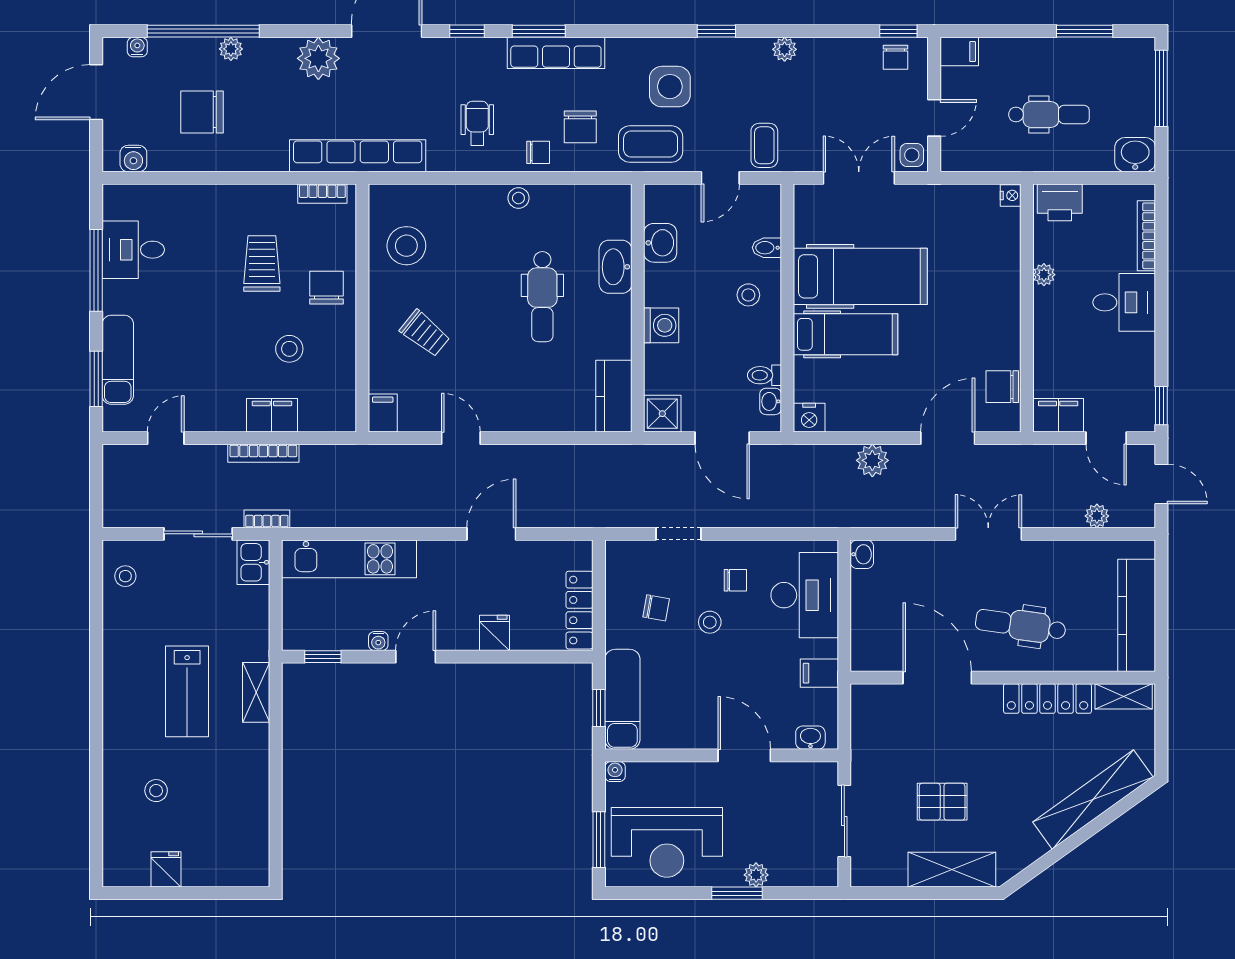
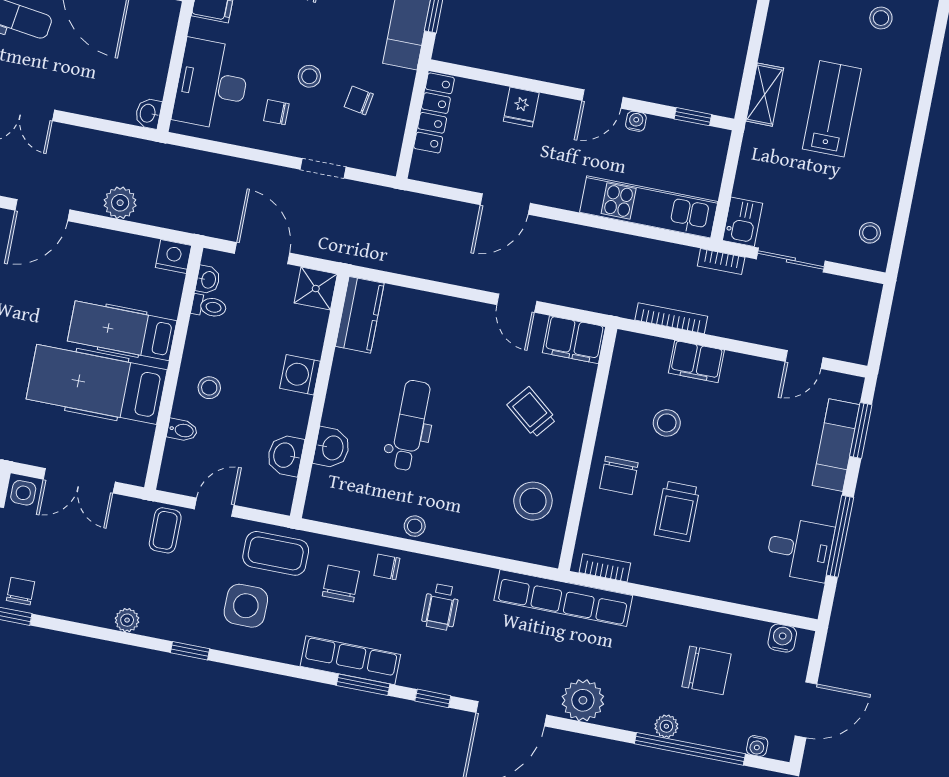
washbasin: (615, 267) -> (332, 448), width x0.72
filing cabinet: (383, 413) -> (574, 340), width x2.00
bookcase: (263, 453) -> (671, 318), moved

